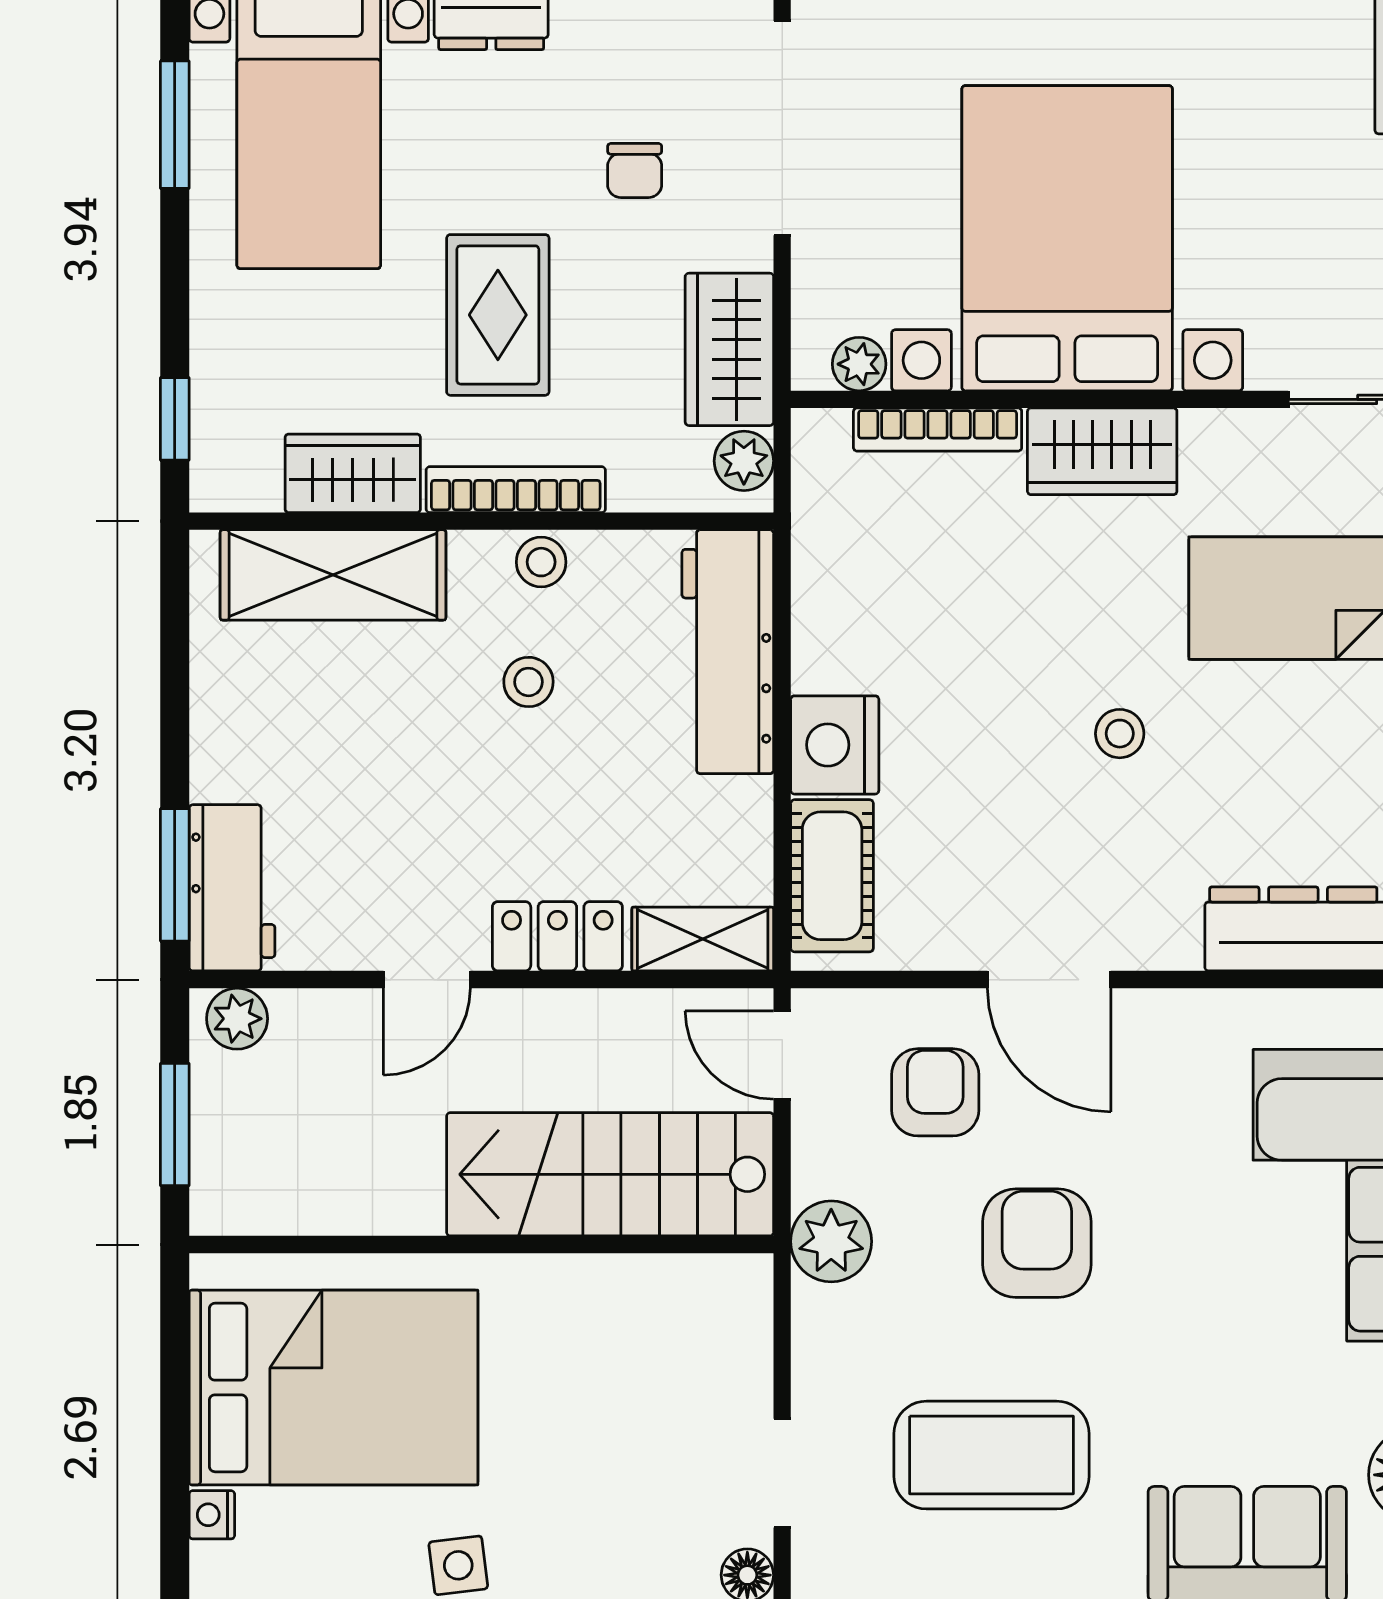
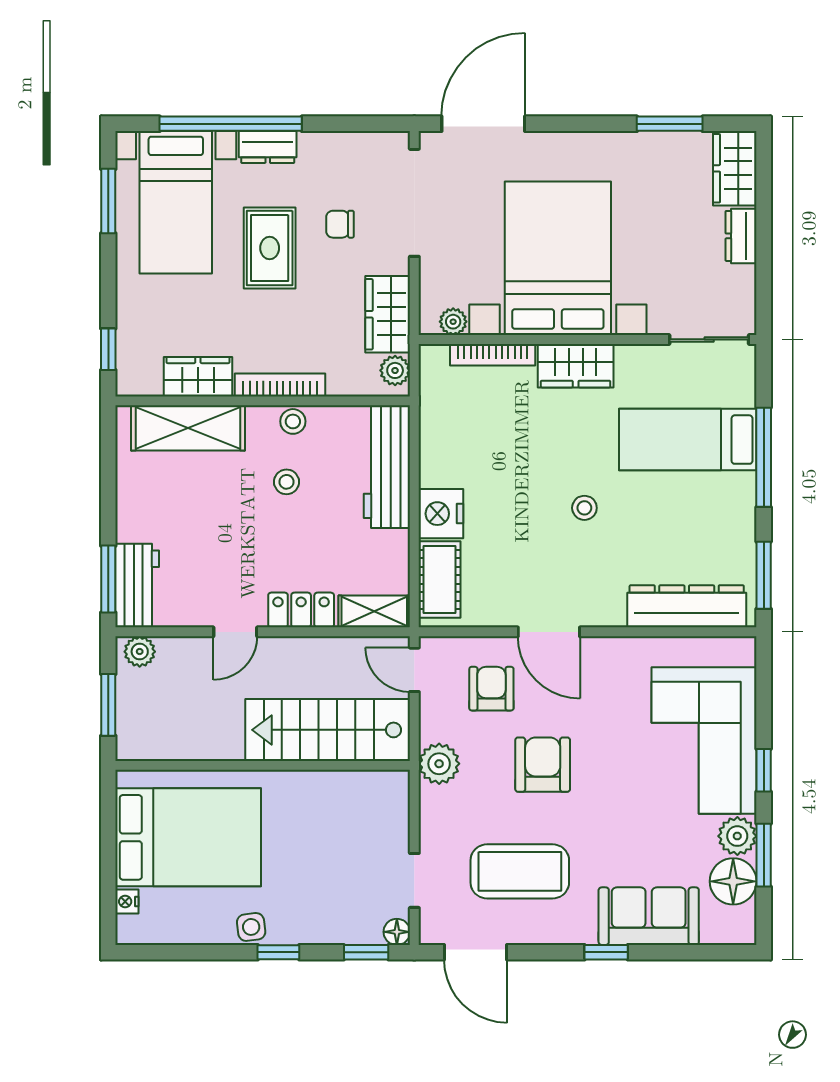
chair: (635, 171) -> (340, 224), turned 90
rug: (498, 315) -> (270, 248), moved

